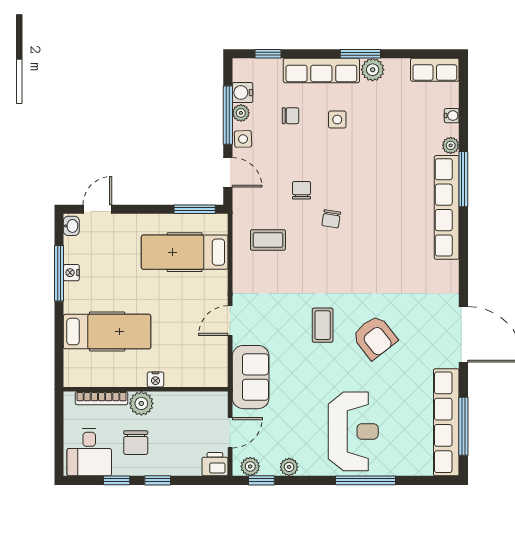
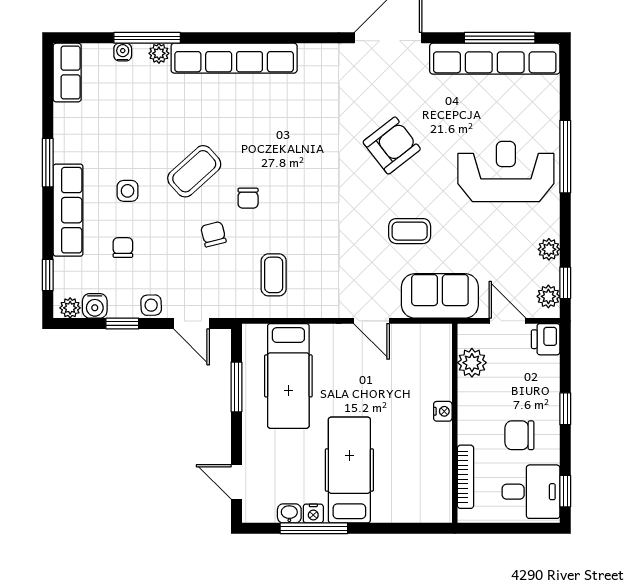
plant: (373, 70) -> (67, 148), removed
plant: (241, 113) -> (70, 308), moved
window: (228, 115) -> (122, 324), width x0.46
door: (228, 172) -> (191, 324), swing flipped
coffee table: (353, 174) -> (194, 171), added
window: (463, 179) -> (147, 38), moved
chair: (302, 190) -> (213, 234), turned 76
window: (195, 209) -> (236, 387), moved
chair: (331, 219) -> (248, 198), turned 81
washbasin: (71, 226) -> (289, 513), moved
coffee table: (323, 325) -> (410, 231), moved
hospital bed: (107, 332) -> (349, 470), moved
plant: (141, 403) -> (472, 363), moved
chair: (136, 443) -> (519, 435), turned 180
window: (117, 480) -> (565, 491), moved

